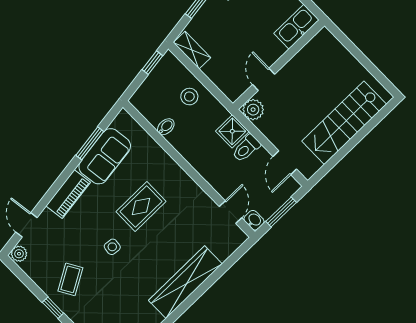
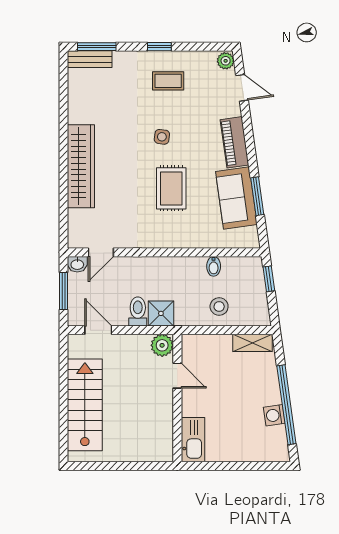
window: (152, 63) -> (269, 279), moved
door: (230, 212) -> (101, 252), hinge flipped
coffee table: (70, 279) -> (168, 81), turned -60

